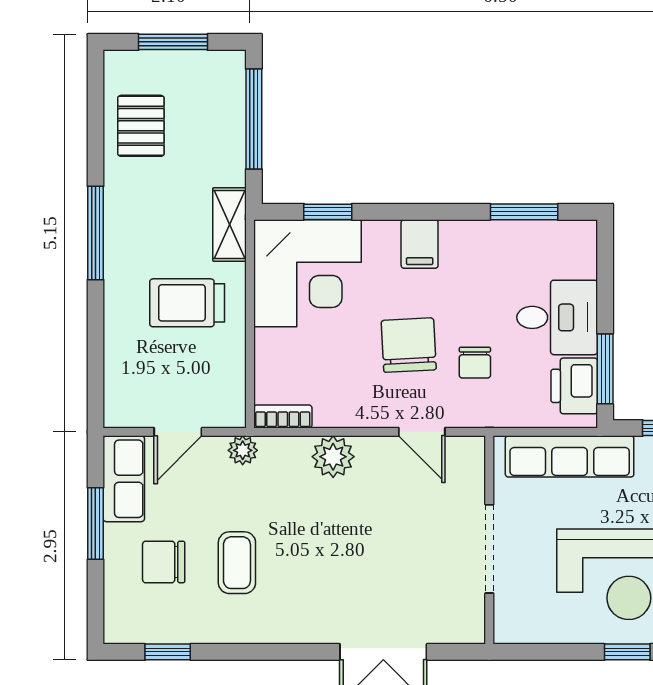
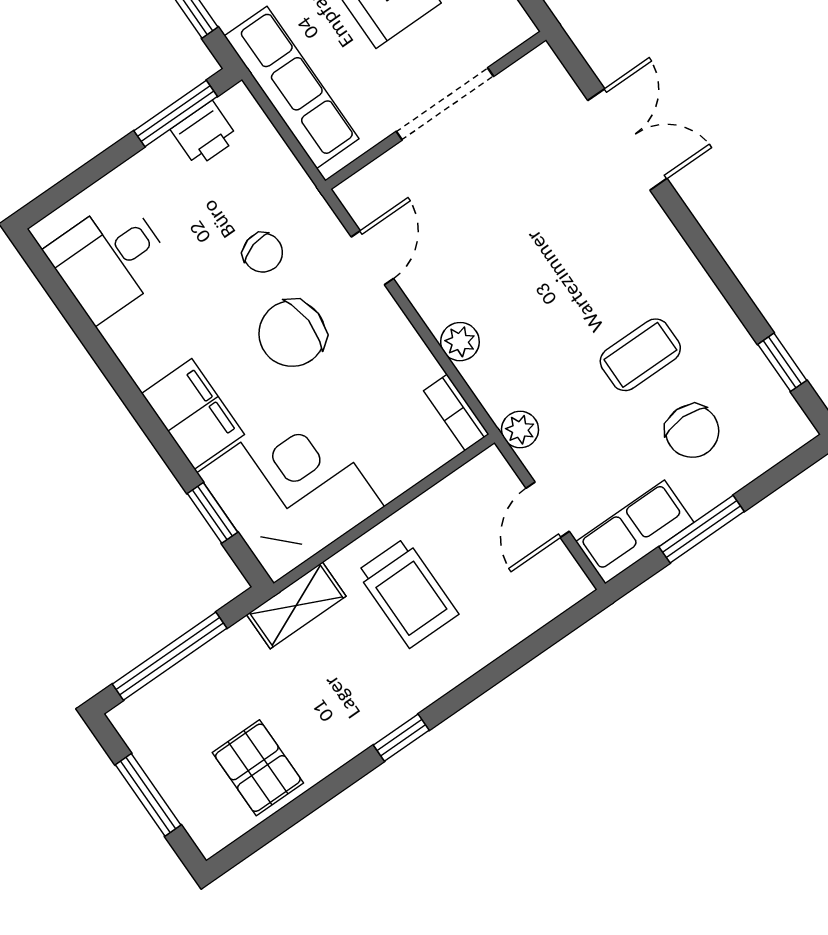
pallet: (141, 126) -> (258, 768), turned 90
window: (524, 212) -> (72, 310), removed
window: (95, 233) -> (401, 738), width x0.46
filing cabinet: (420, 244) -> (193, 414), width x2.00
desk: (557, 317) -> (110, 259), moved, turned -90
chair: (475, 363) -> (263, 253), turned 74
printer: (574, 386) -> (204, 134), width x0.73, depth x0.81
door: (178, 432) -> (548, 510), swing flipped
plant: (333, 457) -> (460, 342), width x0.73, depth x0.73

